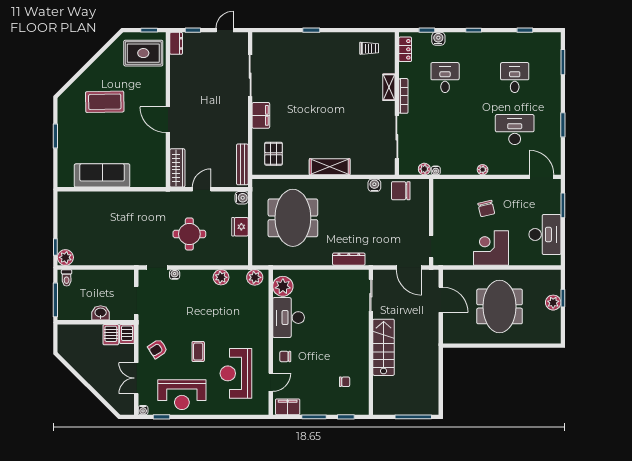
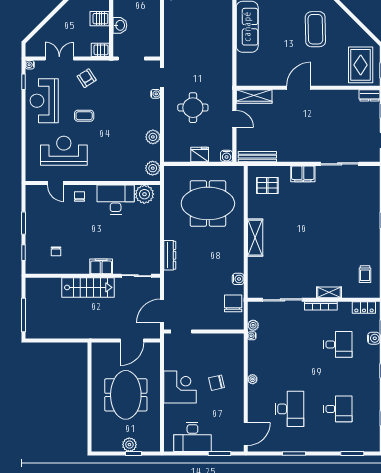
meeting table: (500, 306) -> (126, 395), turned 90
server rack: (111, 335) -> (100, 19), moved
filing cabinet: (288, 407) -> (101, 266), moved, turned -90

